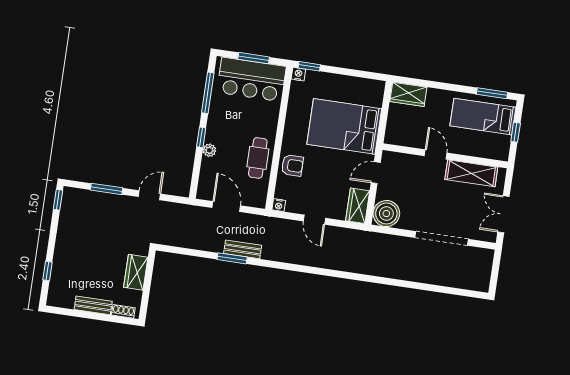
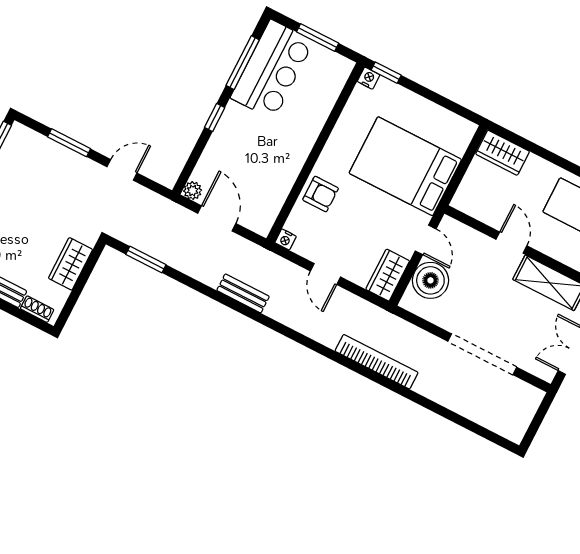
bar counter: (251, 79) -> (272, 69), moved, turned -90
plant: (209, 150) -> (193, 191), moved
cafe table: (258, 158) -> (279, 169), removed
door: (376, 173) -> (426, 240), swing flipped
boiler: (386, 214) -> (430, 280), moved
bench: (243, 249) -> (243, 293), moved
window: (232, 258) -> (146, 260), moved
bookcase: (370, 268) -> (377, 362), added

